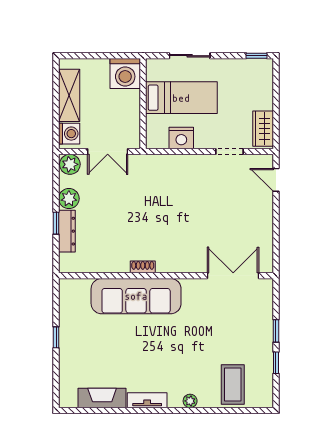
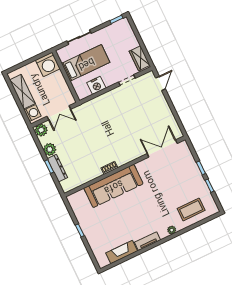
door: (276, 180) -> (161, 83), swing flipped
coffee table: (233, 385) -> (191, 209), turned 90

